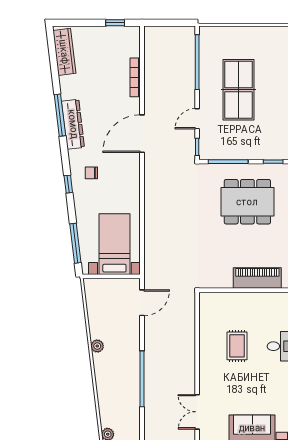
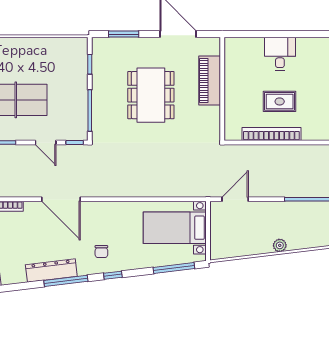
window: (60, 115) -> (66, 281), moved
dining table: (247, 202) -> (151, 95), moved
door: (142, 303) -> (235, 199), hinge flipped
bookcase: (205, 338) -> (271, 134), added

